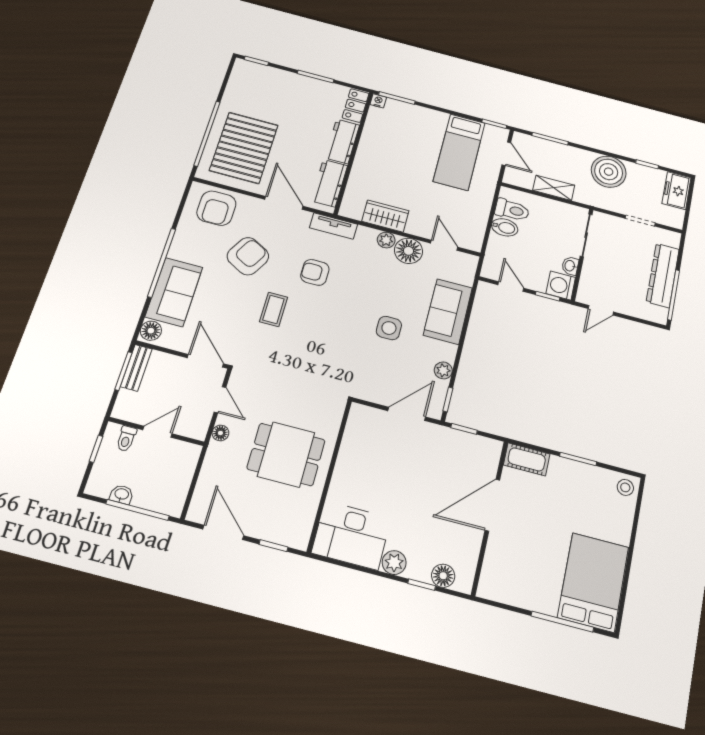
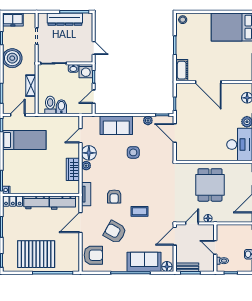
pallet: (244, 148) -> (36, 254), moved

